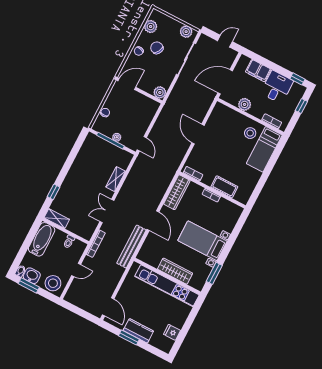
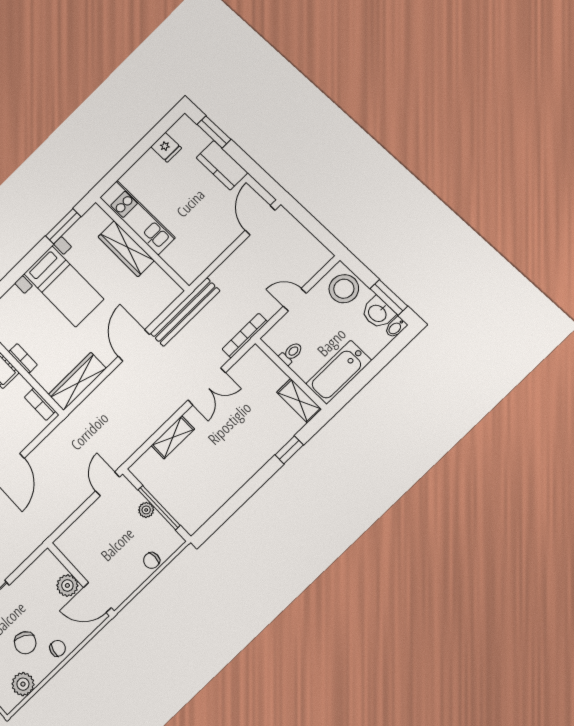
plant: (160, 92) -> (67, 585), moved
kitchen unit: (167, 286) -> (137, 218), width x0.73
window: (129, 337) -> (214, 132), moved

